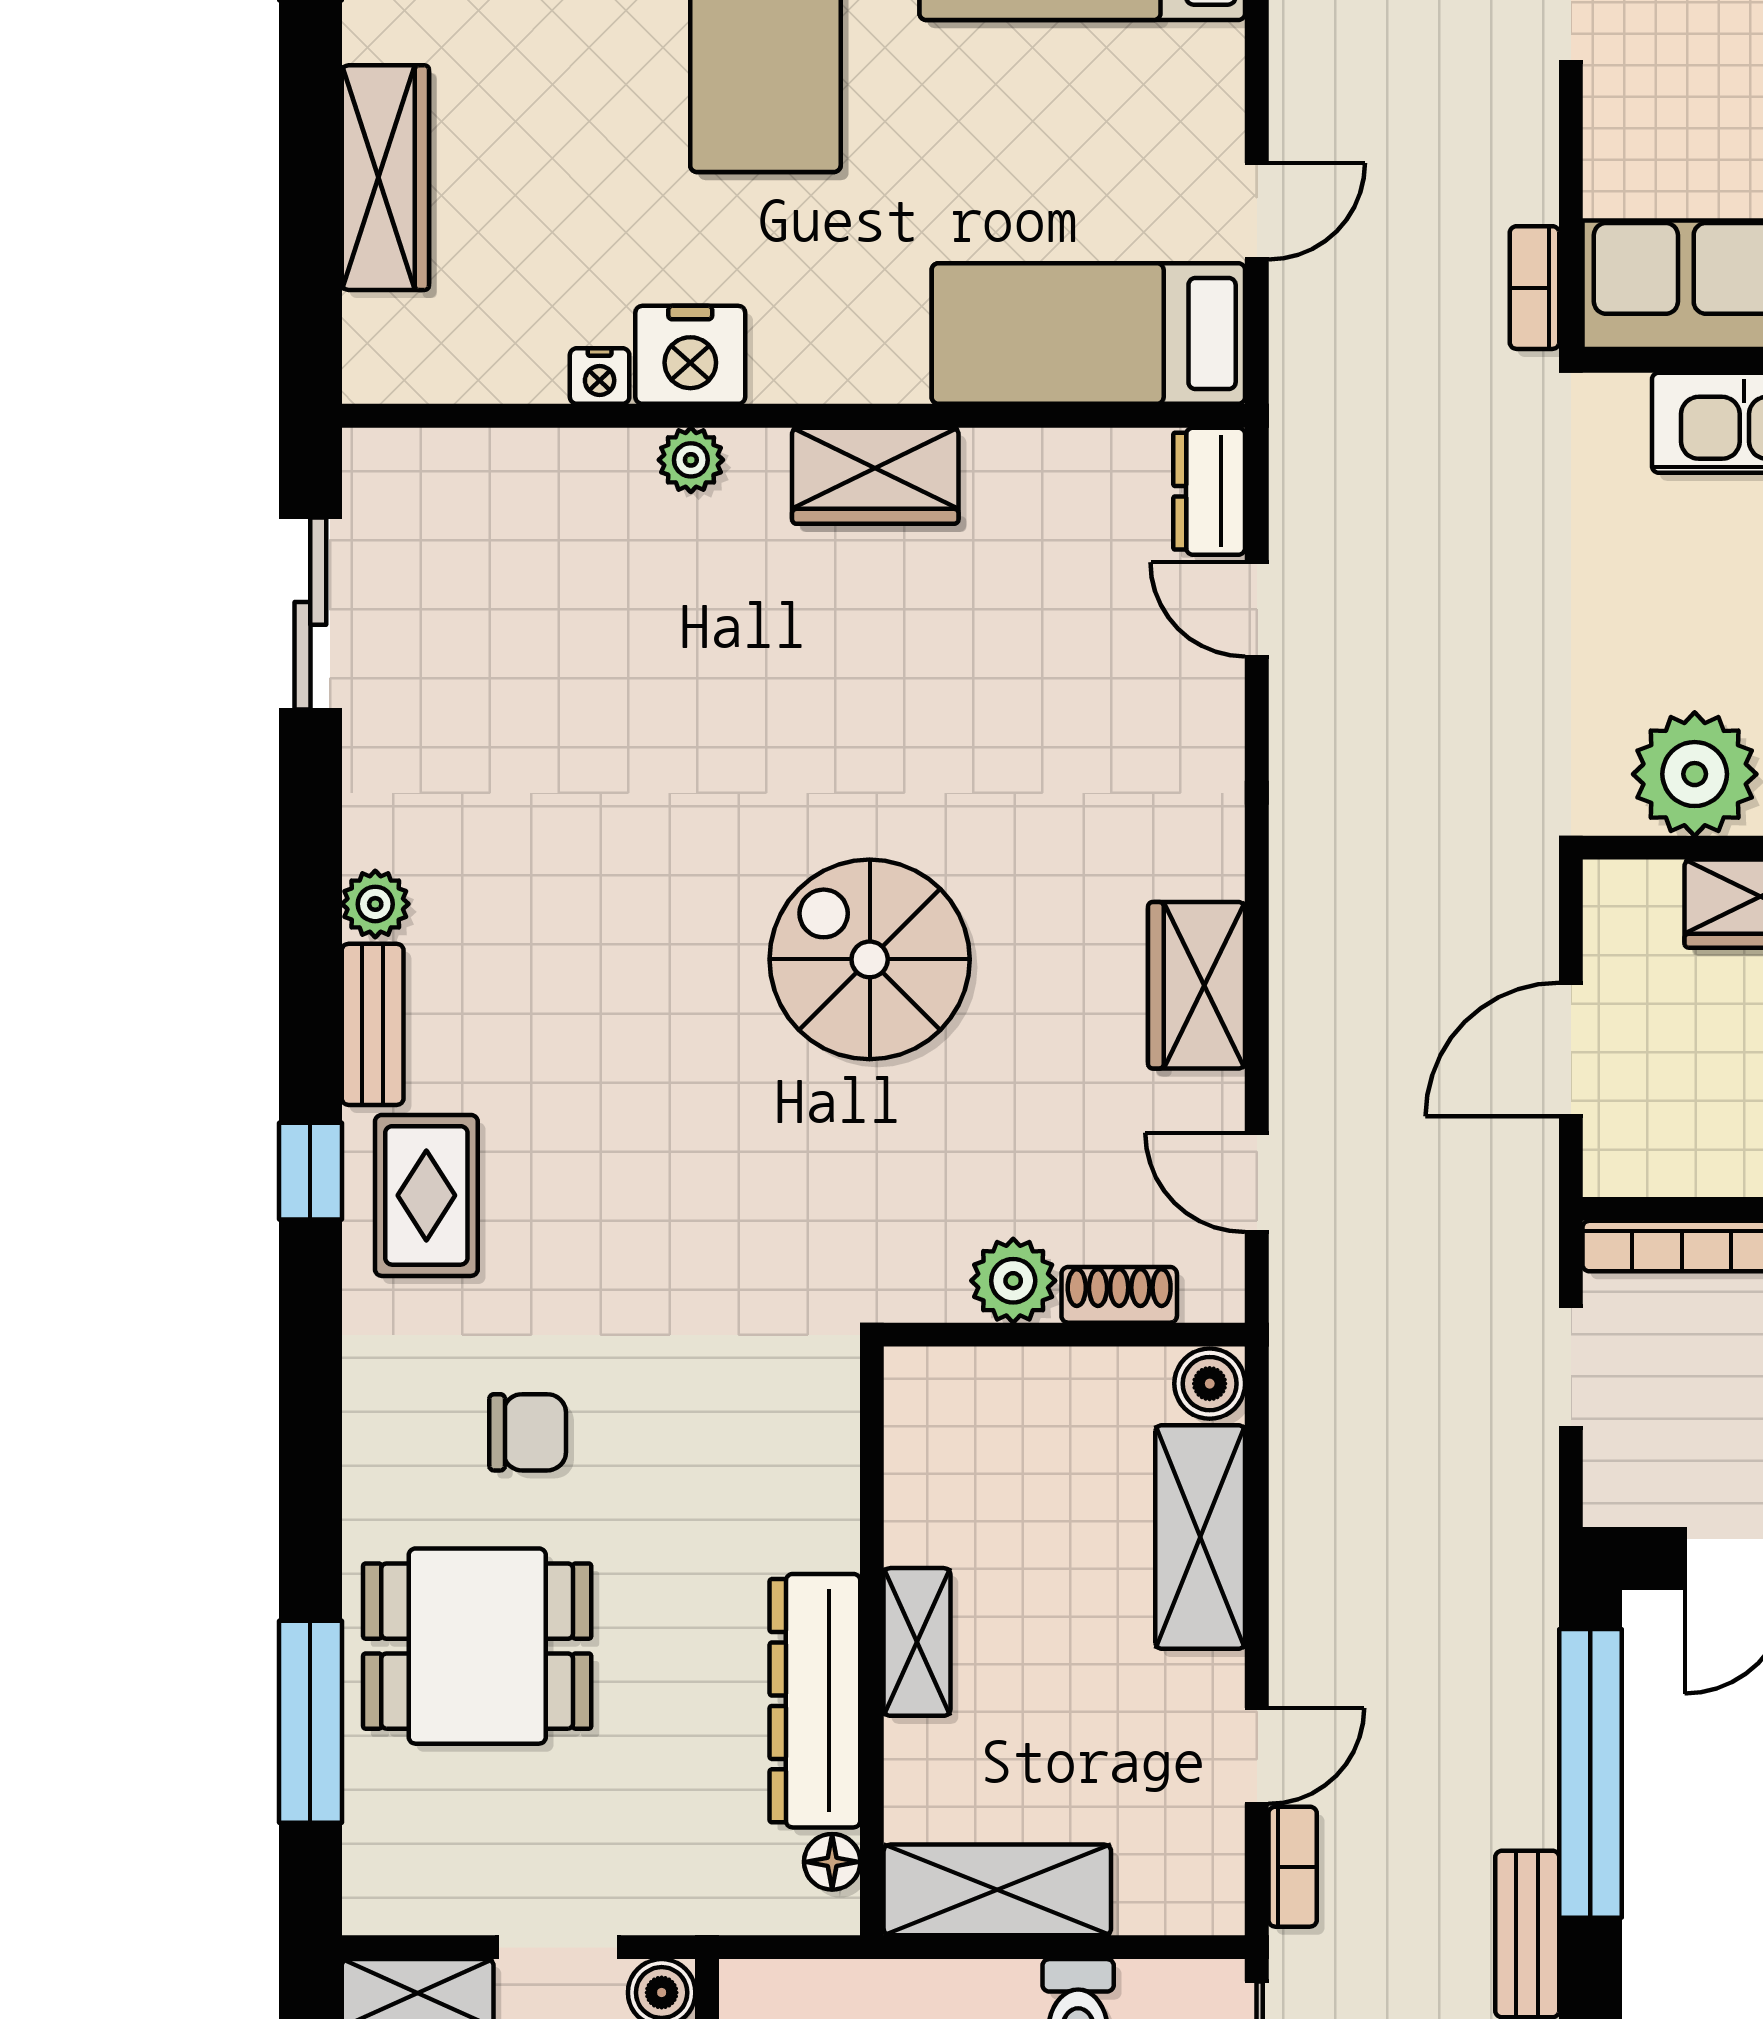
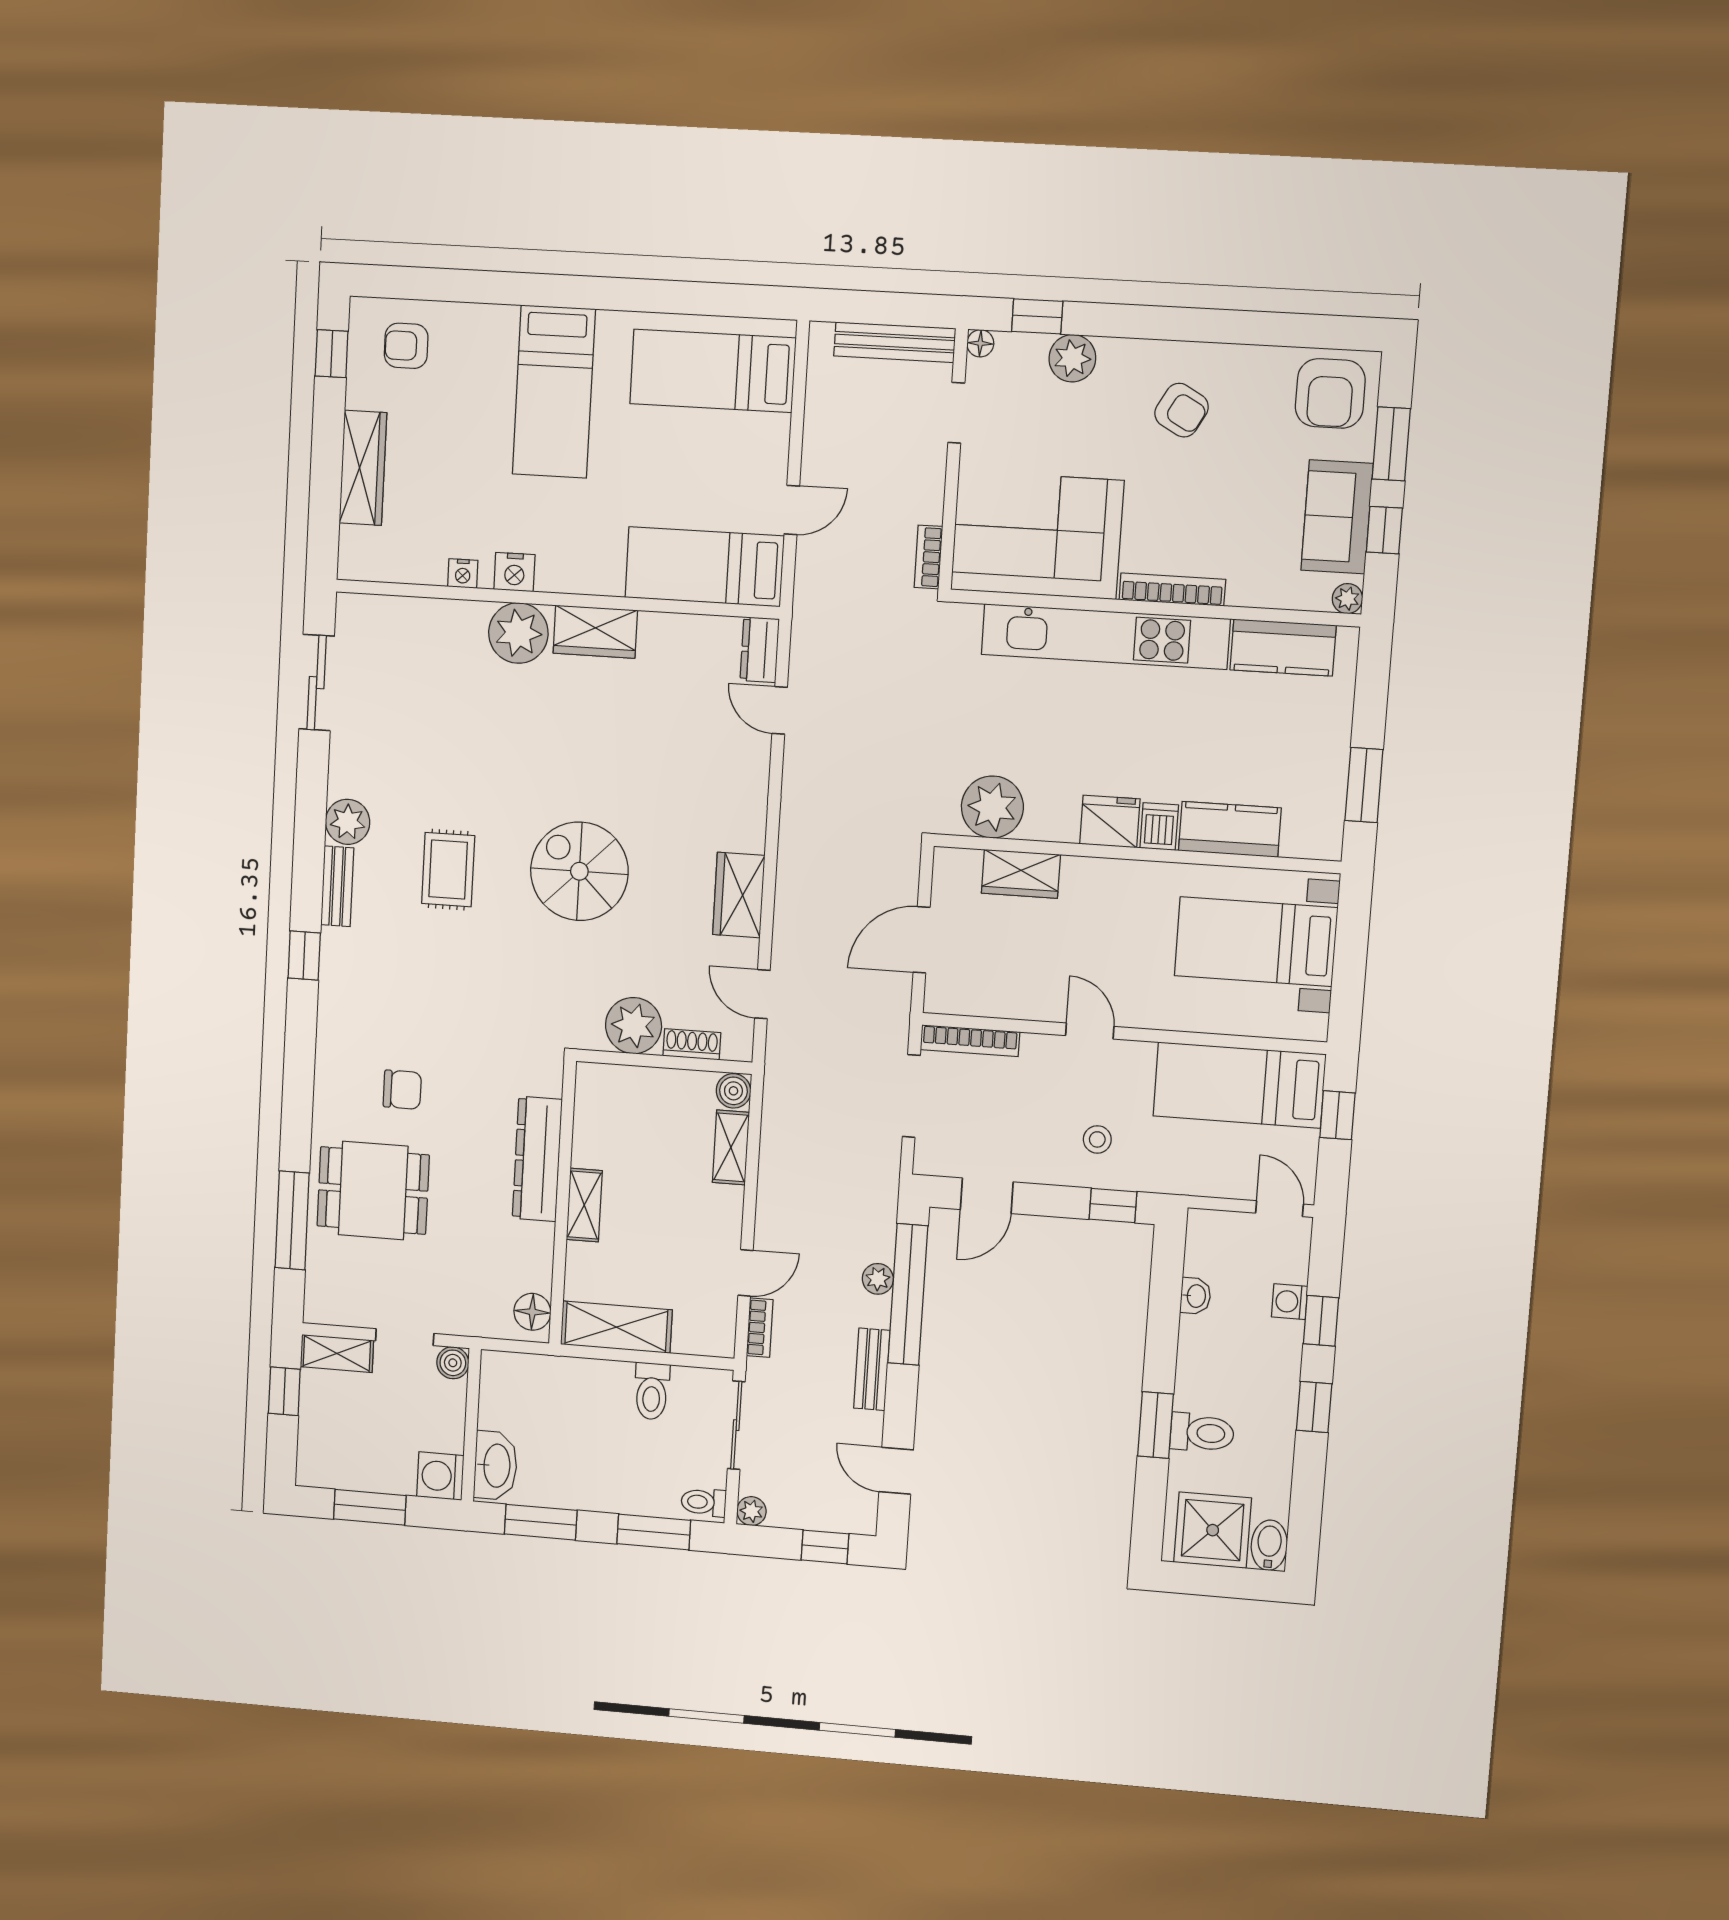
nightstand: (690, 355) -> (514, 572), width x0.74, depth x0.75
plant: (691, 460) -> (518, 633), width x1.88, depth x1.88
plant: (375, 904) -> (348, 822), width x1.38, depth x1.38
rug: (426, 1195) -> (448, 870), moved
plant: (1013, 1281) -> (634, 1026), width x1.36, depth x1.36
doorway: (1571, 1367) -> (911, 1096), width x1.38
shelving: (1200, 1537) -> (731, 1147), width x0.67, depth x0.75
dresser: (815, 1701) -> (537, 1159), moved
plant: (1527, 1746) -> (878, 1279), added
floor lamp: (832, 1862) -> (532, 1312), width x1.37, depth x1.37

